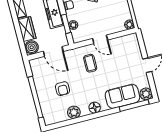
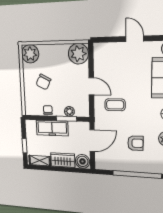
plant: (129, 25) -> (78, 54), width x1.88, depth x1.88
door: (100, 39) -> (91, 86), hinge flipped

